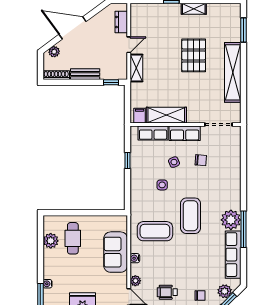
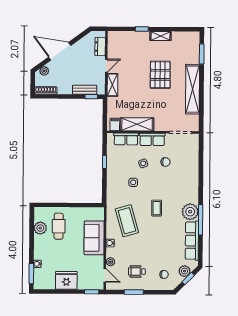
bench: (85, 74) -> (85, 90), moved
coffee table: (191, 216) -> (157, 208), width x0.54, depth x0.58
coffee table: (155, 231) -> (127, 221), turned 74

